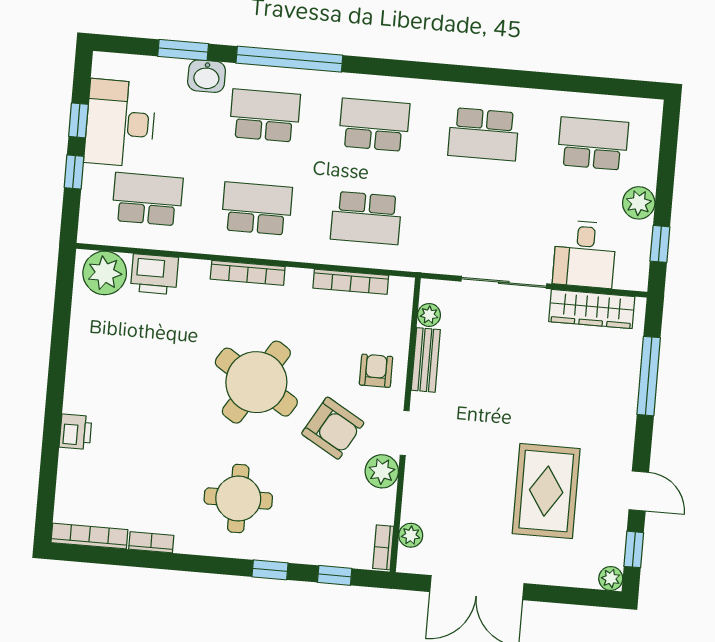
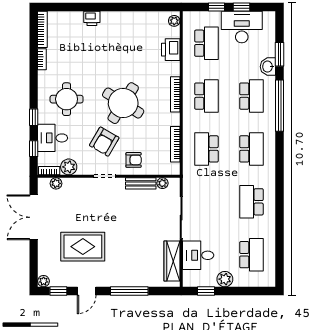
plant: (105, 273) -> (174, 21), width x0.53, depth x0.53
window: (649, 376) -> (129, 291), moved
plant: (382, 471) -> (69, 167), moved
desk: (316, 534) -> (53, 138), added

